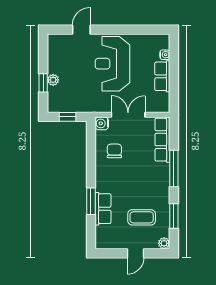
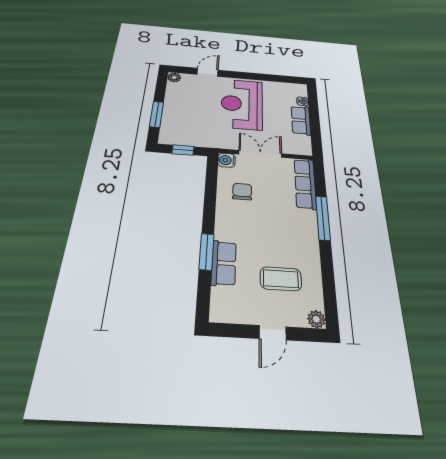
plant: (53, 80) -> (174, 77), moved
window: (43, 83) -> (157, 114), width x1.50
window: (174, 216) -> (328, 280), removed

